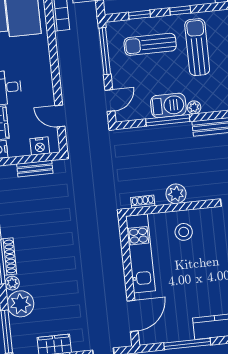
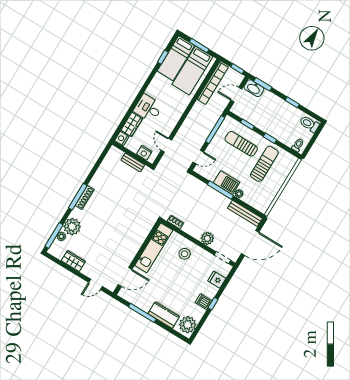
plant: (176, 194) -> (207, 238), moved
plant: (12, 283) -> (61, 236), moved

